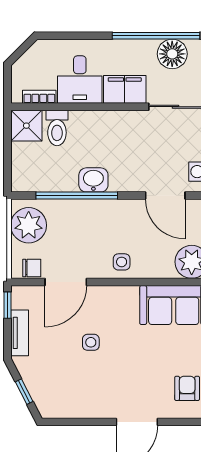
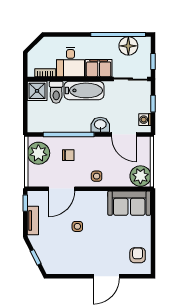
bathtub: (101, 125) -> (84, 90), added
washbasin: (93, 180) -> (100, 125), moved
chair: (32, 268) -> (68, 155), moved

